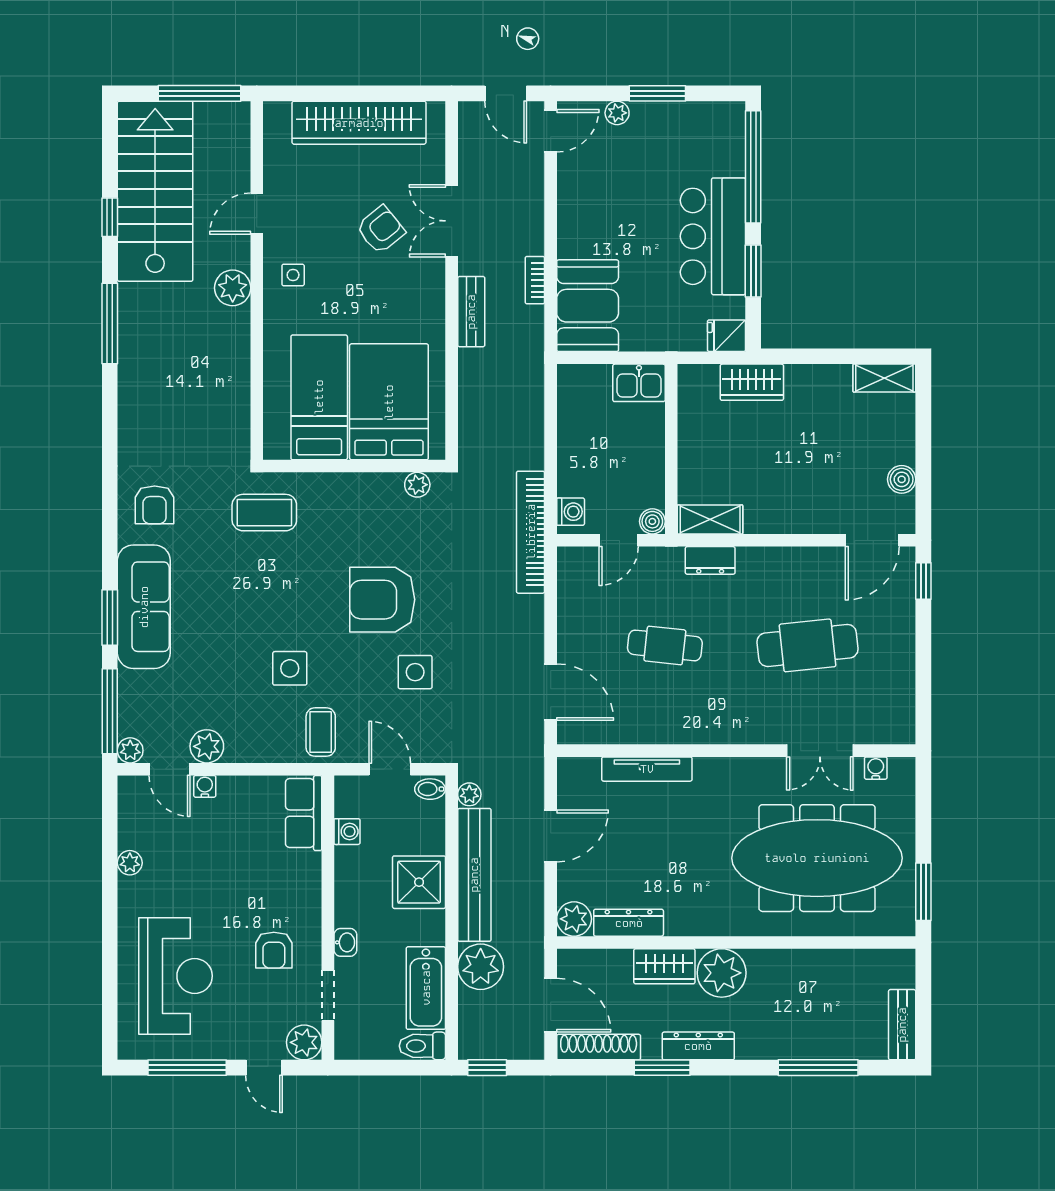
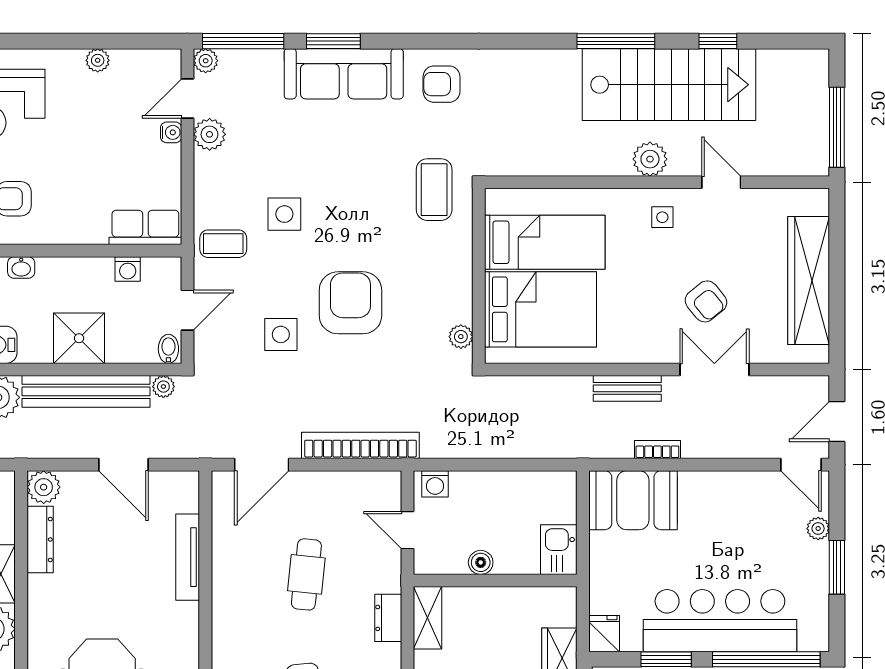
stairs: (155, 191) -> (669, 85), moved
bar counter: (713, 236) -> (720, 621), width x1.36
boiler: (652, 521) -> (481, 562), moved
bookcase: (531, 532) -> (360, 445), moved

